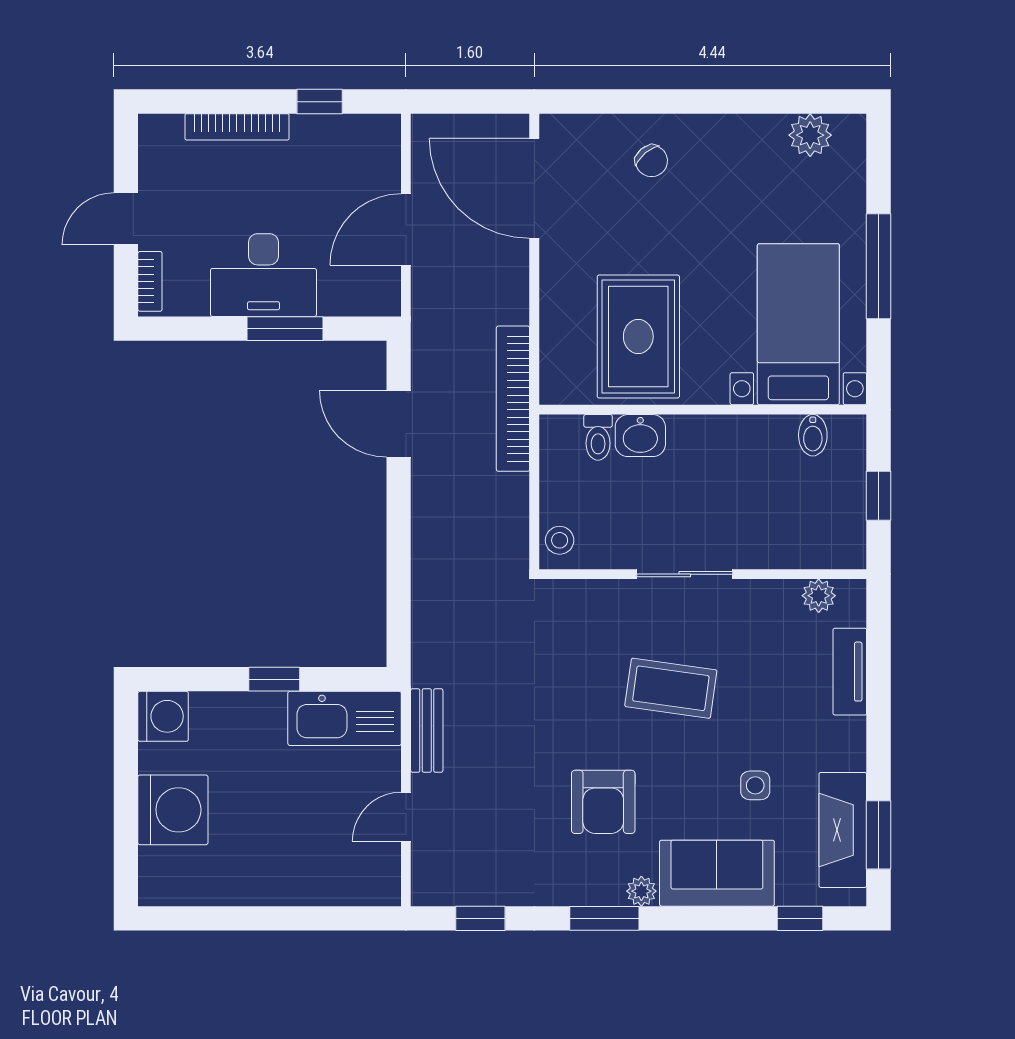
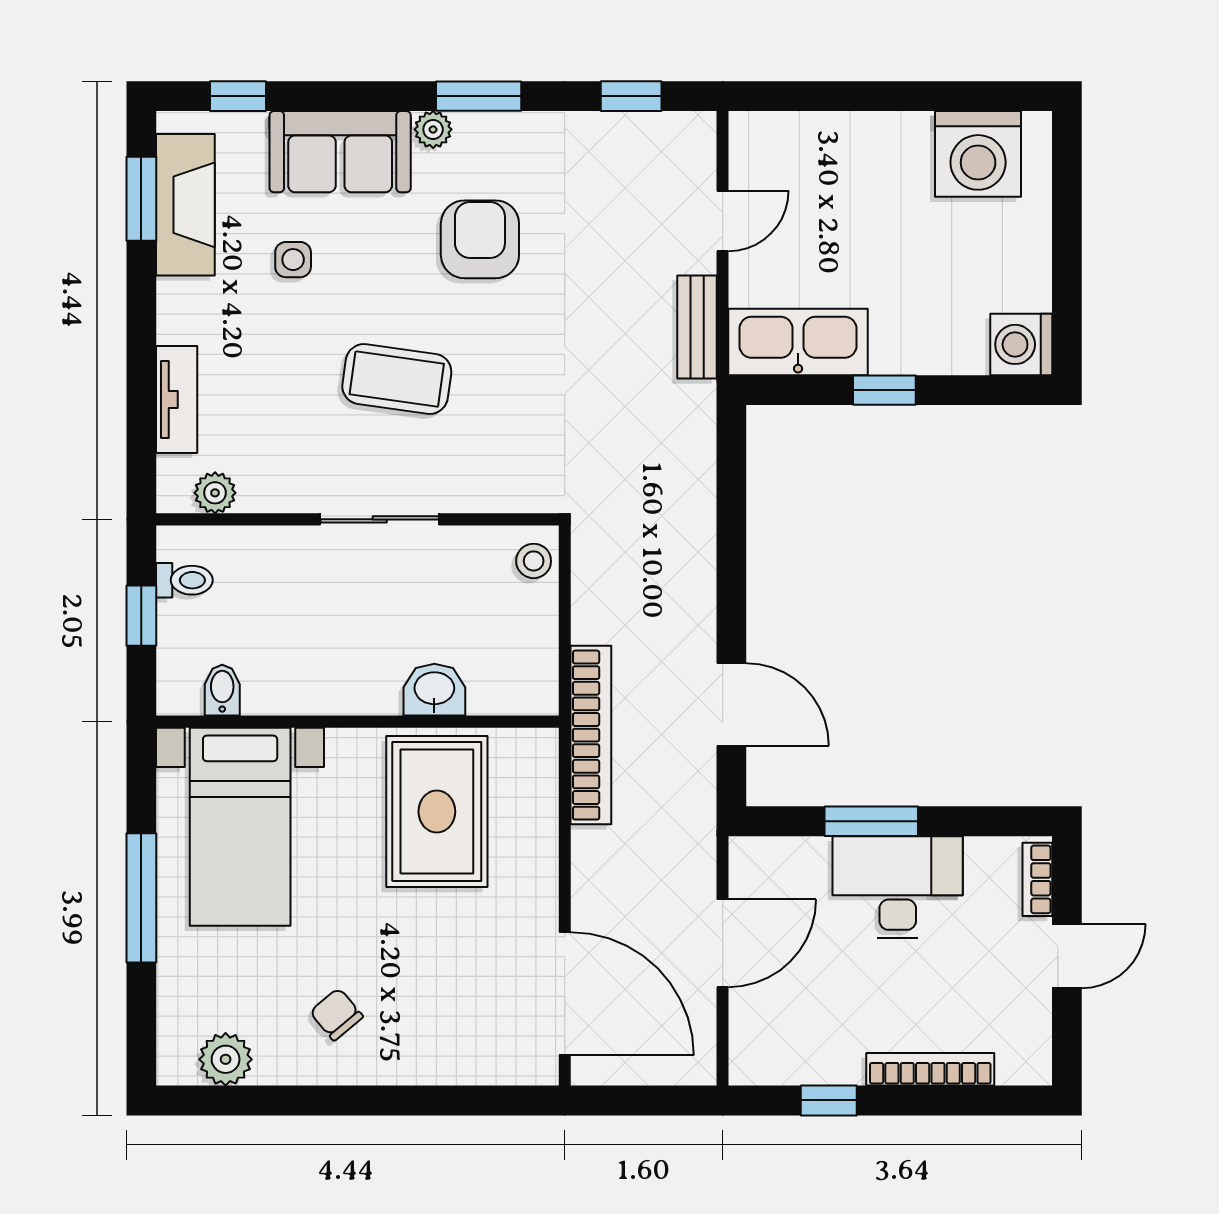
chair: (651, 161) -> (336, 1014), moved
toilet: (598, 437) -> (184, 580), moved, turned 90
washing machine: (173, 810) -> (978, 154), moved, turned -90

